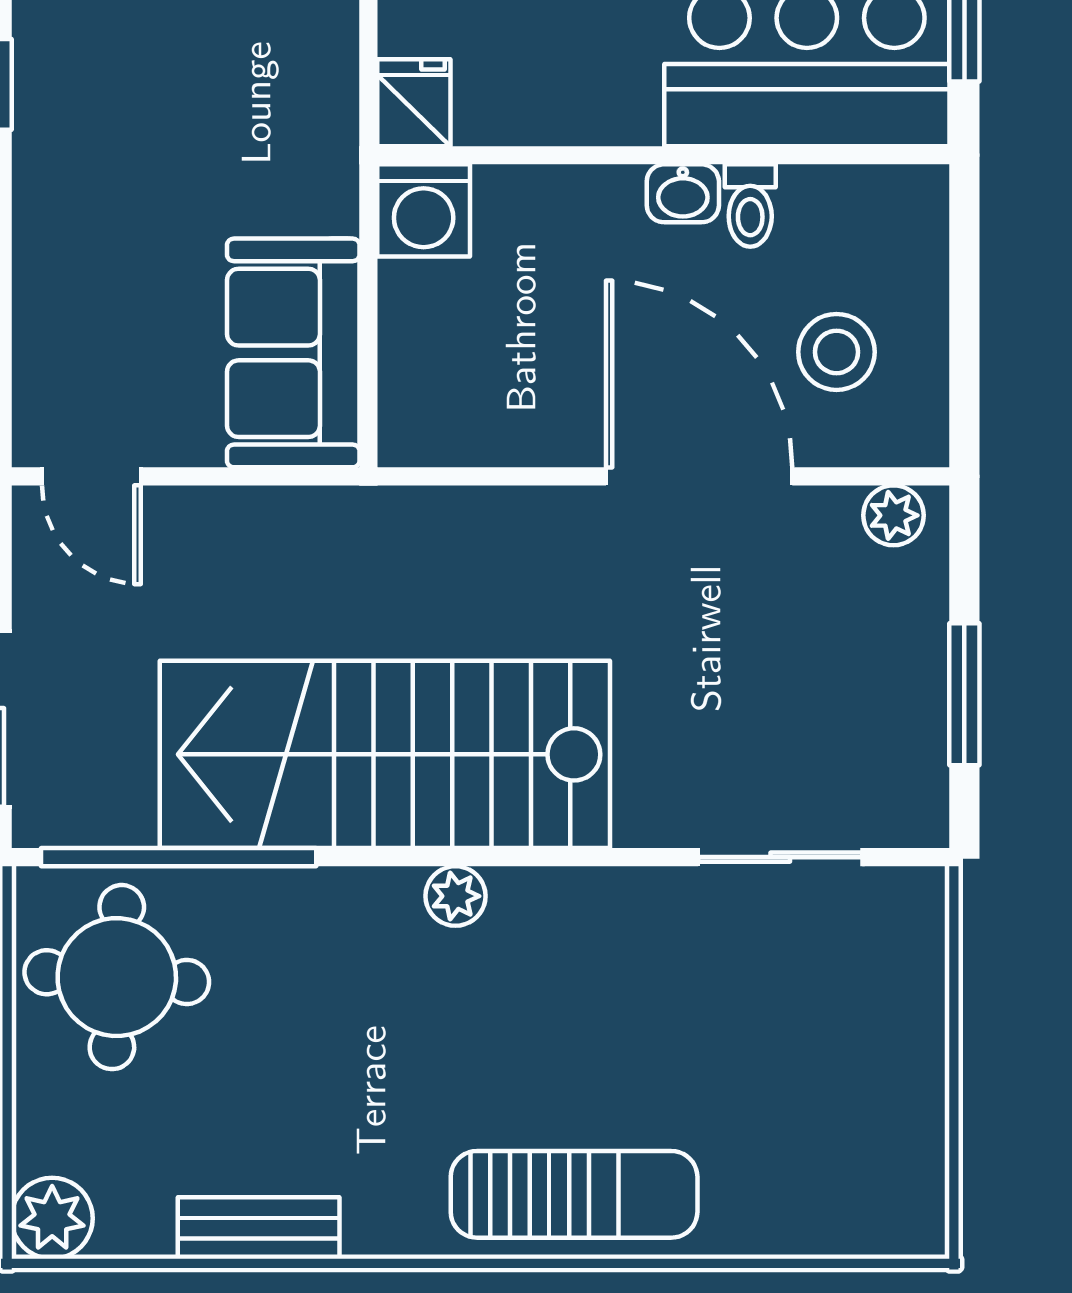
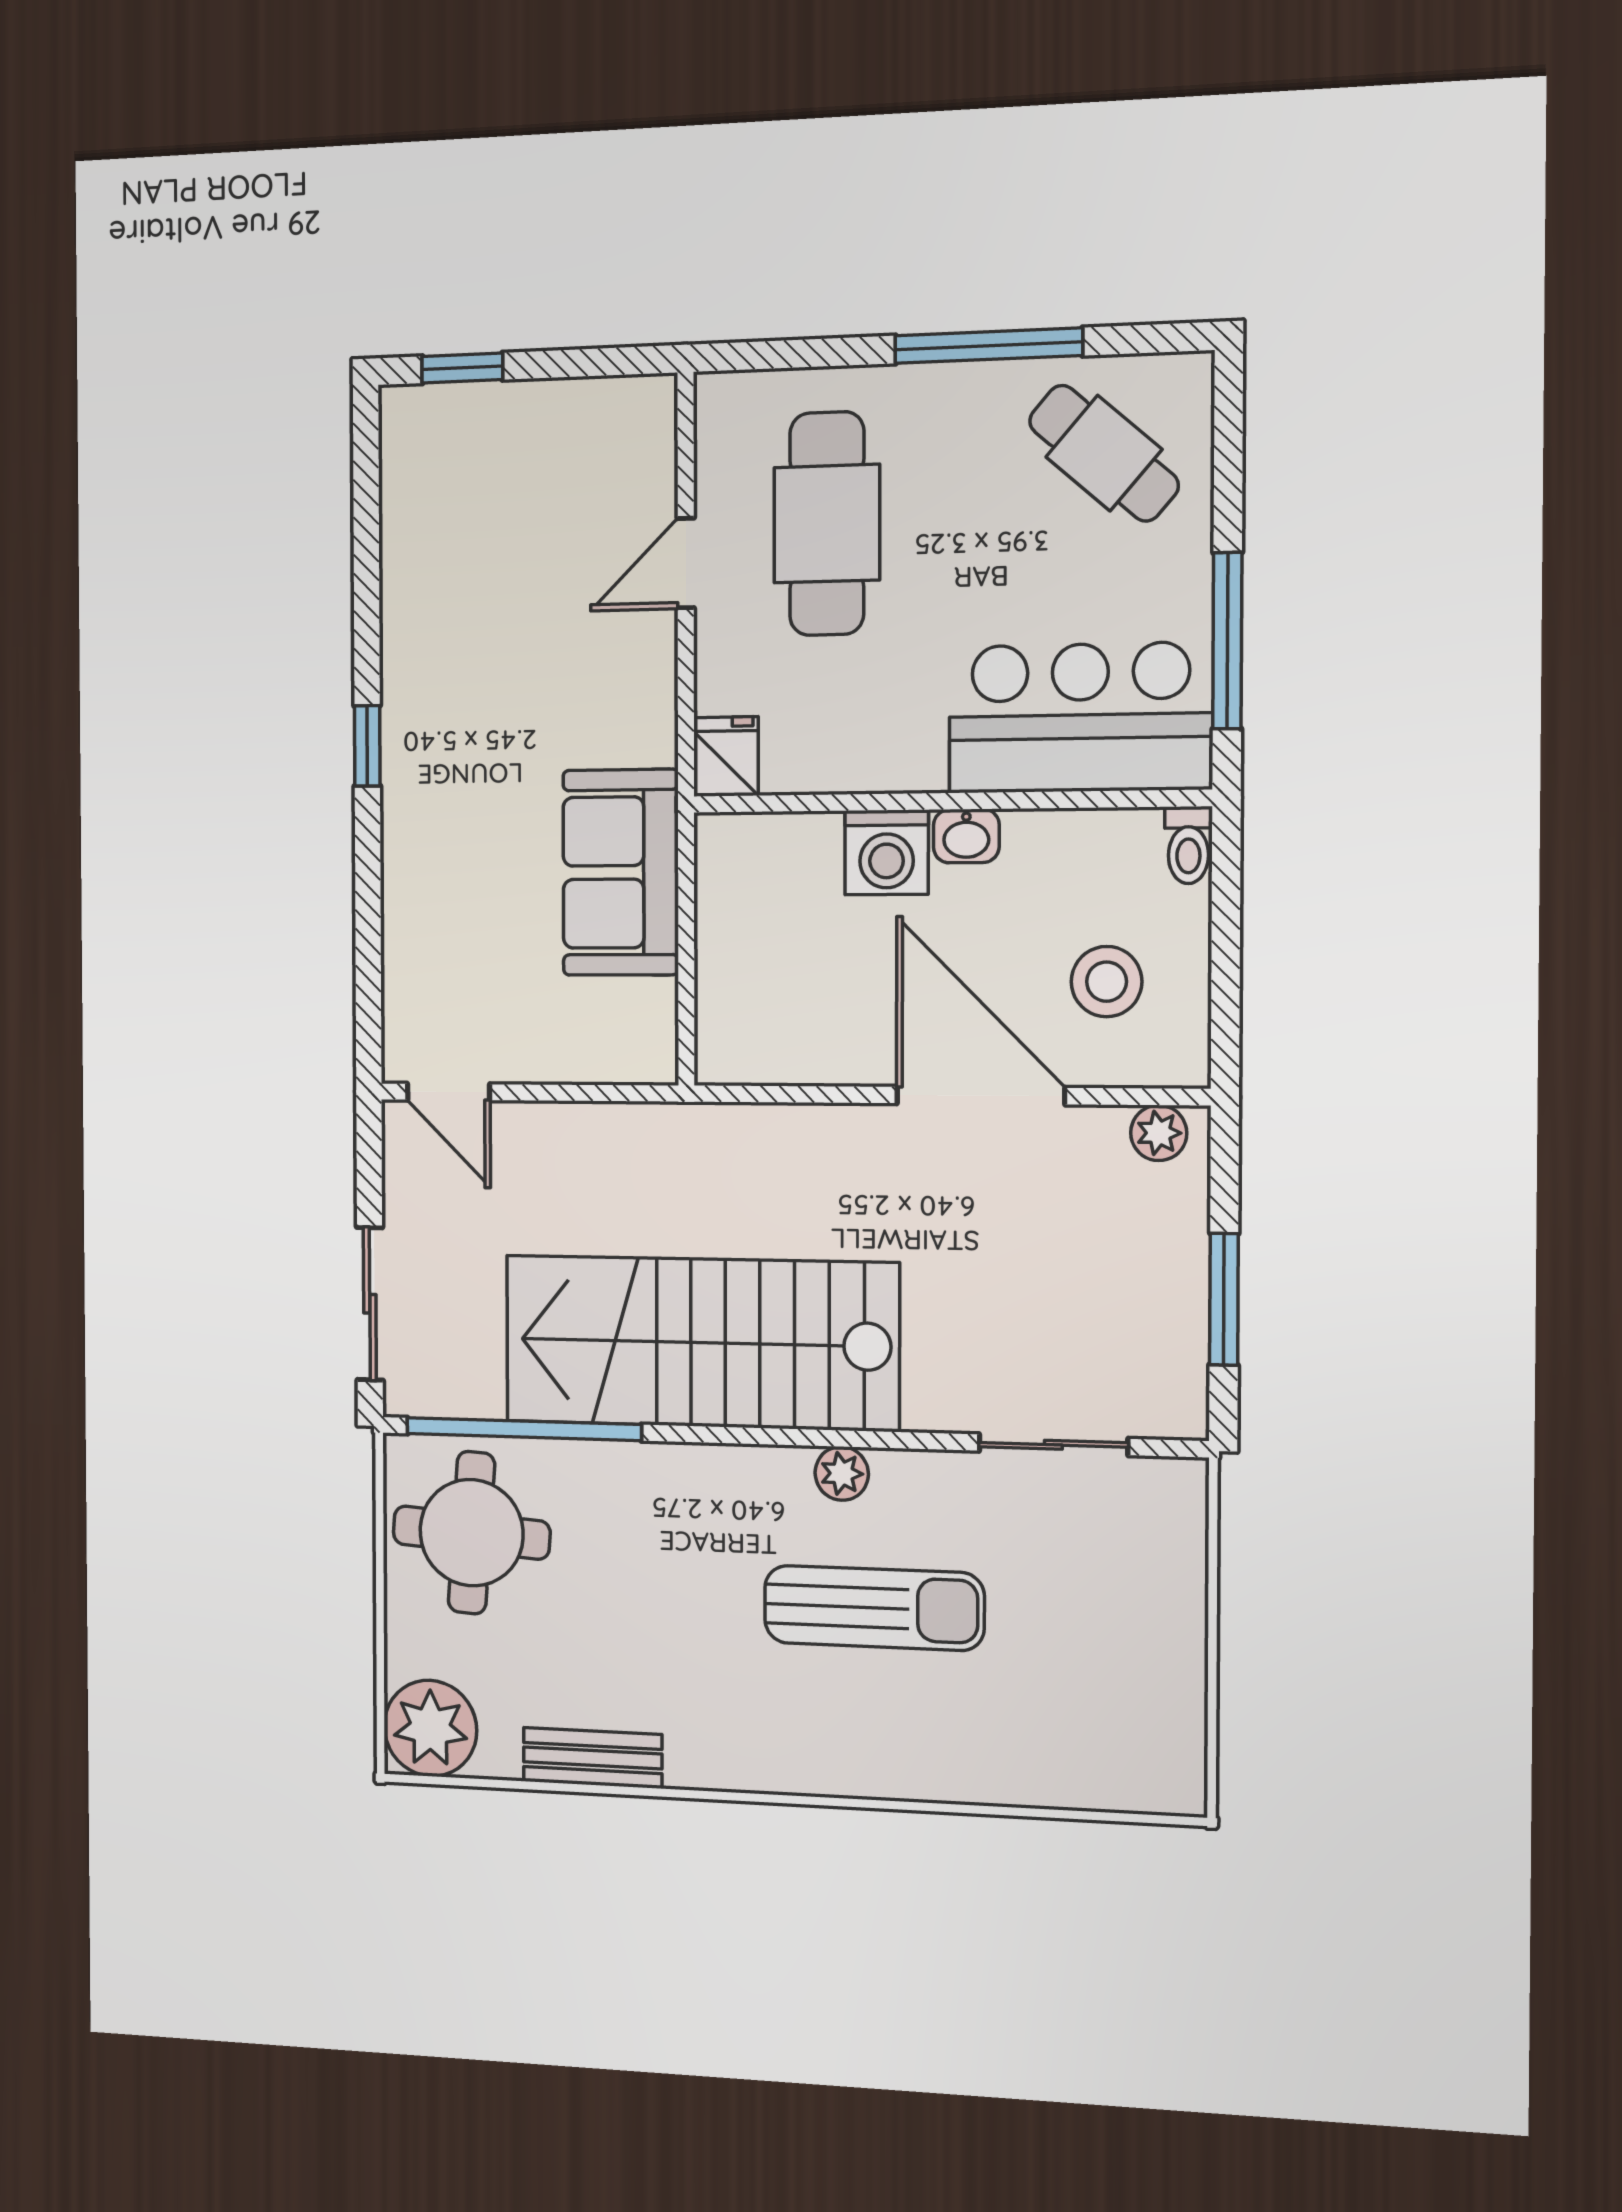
toilet: (750, 205) -> (1188, 845), moved
washing machine: (424, 210) -> (887, 852), moved
sofa: (293, 353) -> (621, 872), moved
plant: (455, 896) -> (842, 1473), moved
sun lounger: (574, 1194) -> (874, 1608), moved
plant: (52, 1218) -> (430, 1728), width x1.36, depth x1.36

